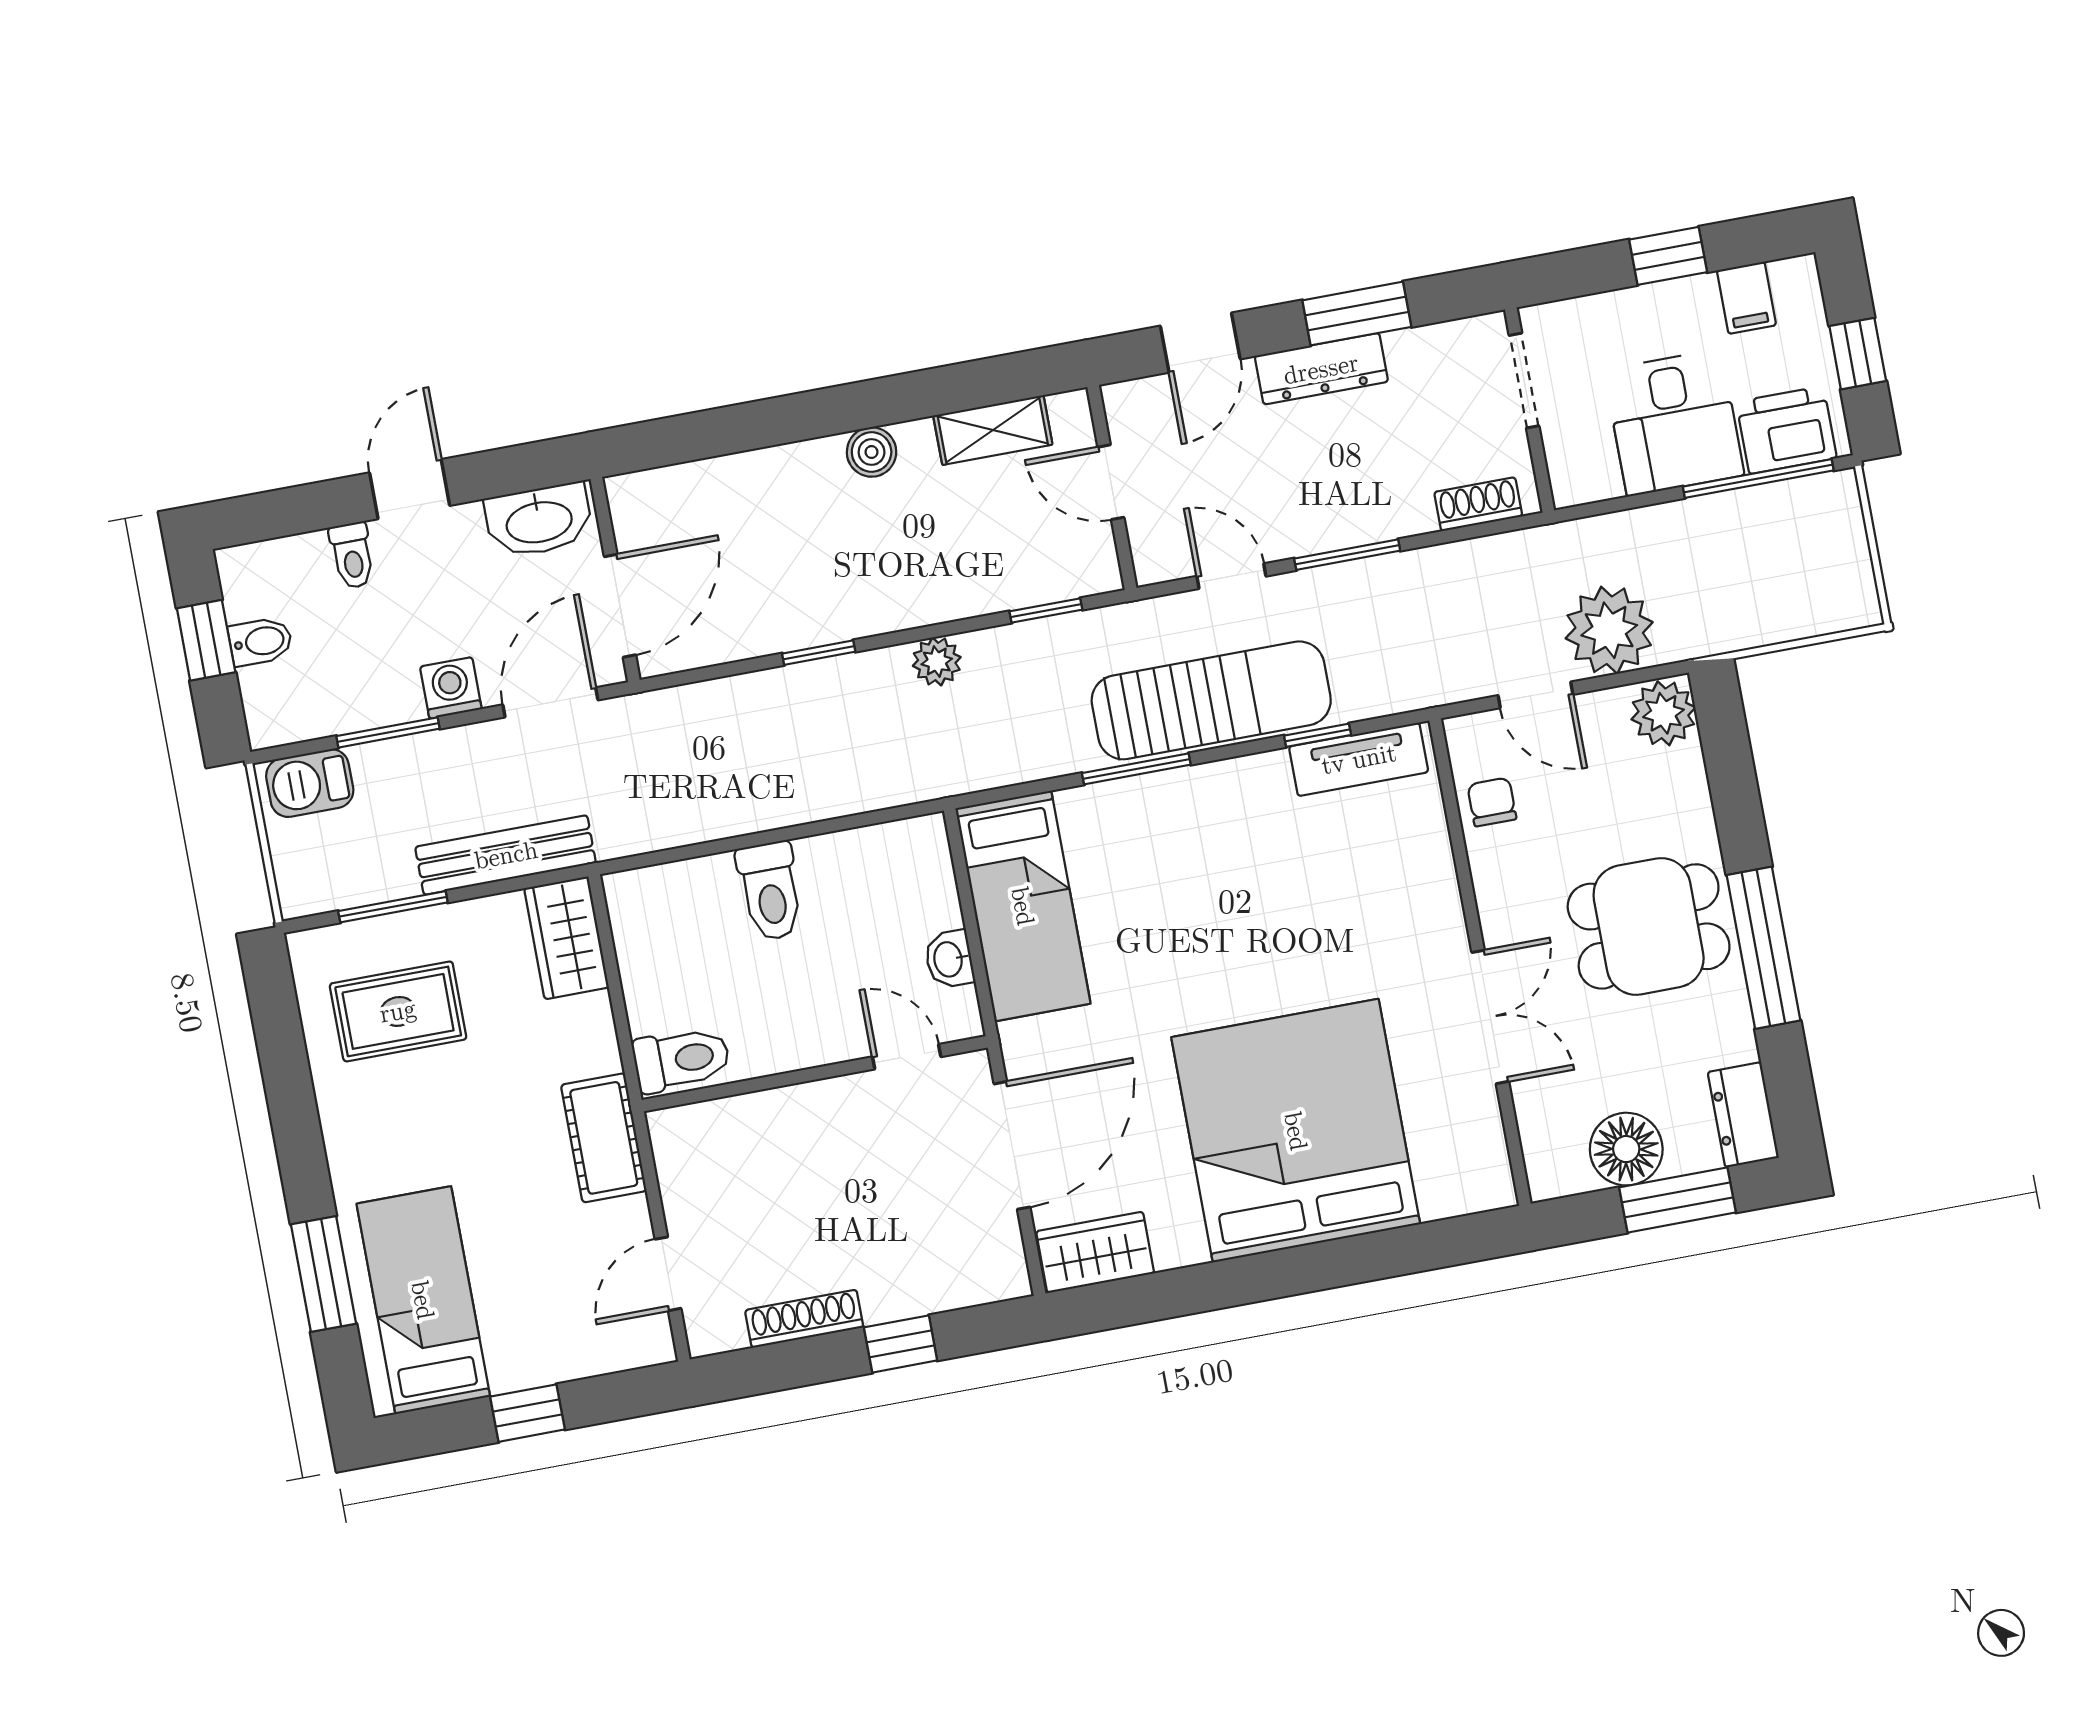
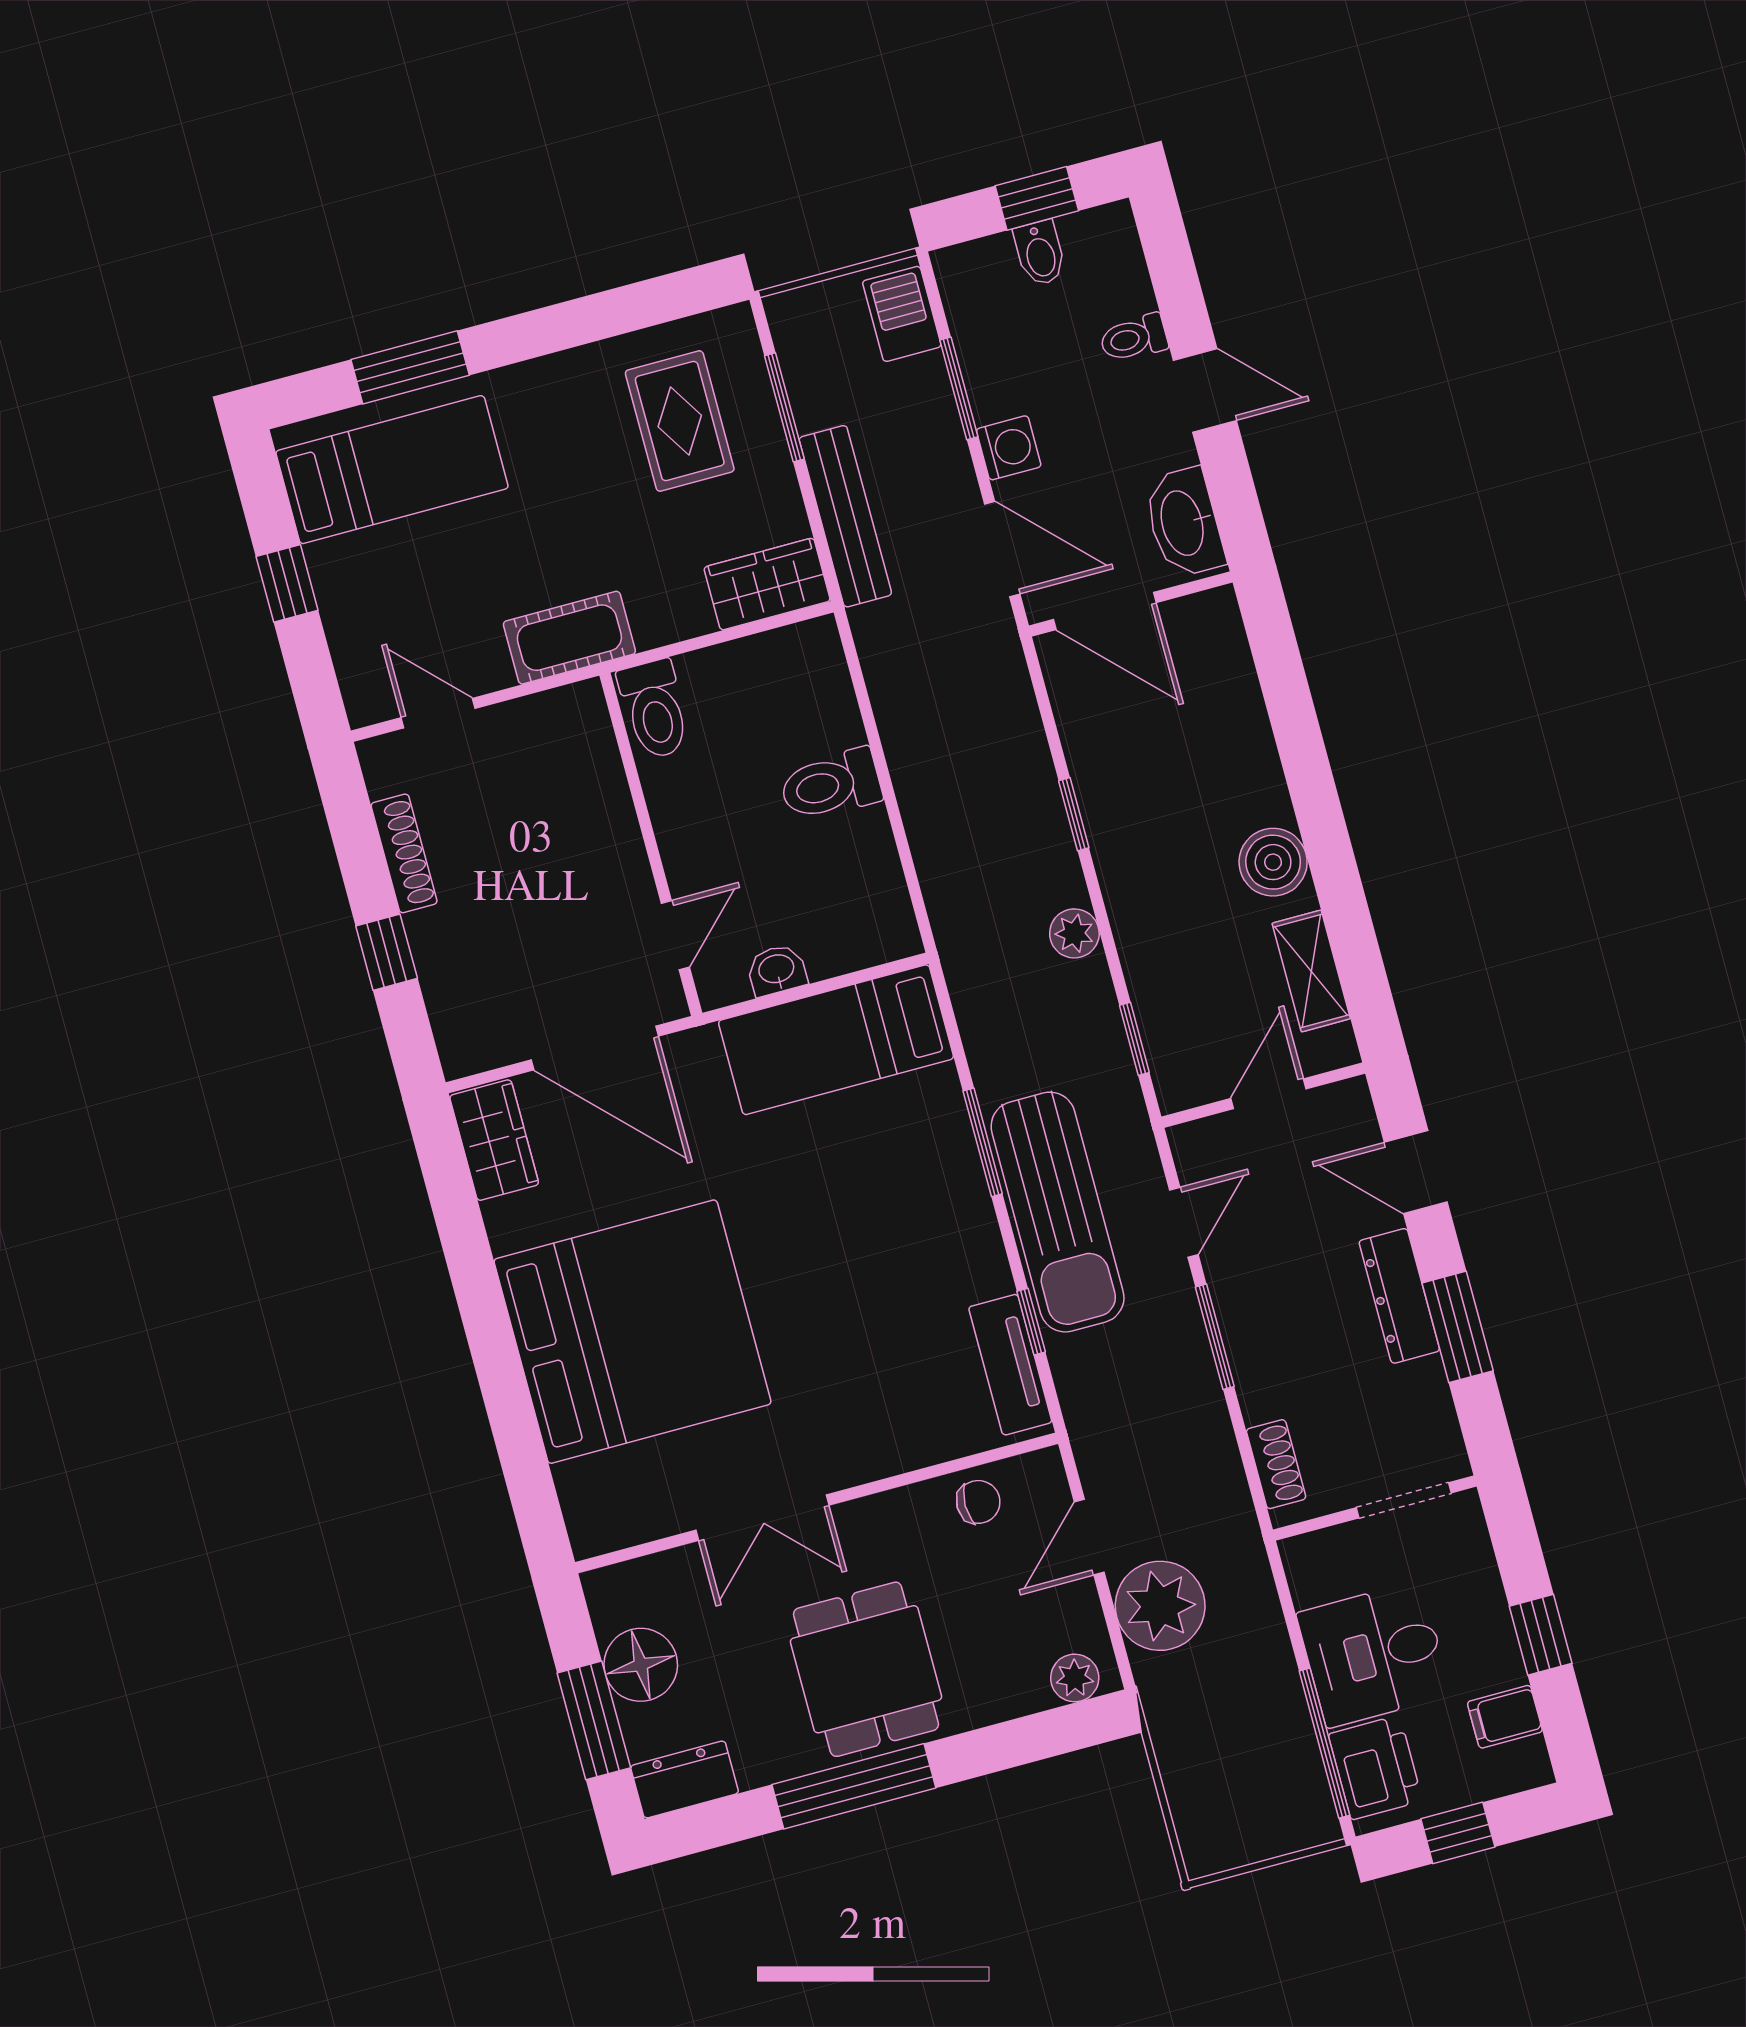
boiler: (872, 452) -> (1273, 862), width x1.36, depth x1.36
plant: (1663, 713) -> (1075, 1678), width x0.73, depth x0.73

